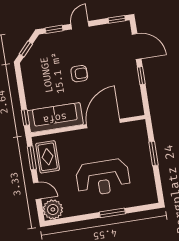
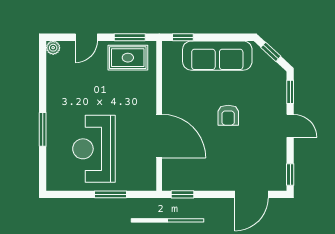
window: (141, 76) -> (182, 194), moved
sofa: (55, 118) -> (217, 56), moved, turned 90
reception desk: (103, 178) -> (94, 149), moved
plant: (53, 209) -> (53, 48), width x0.53, depth x0.53

